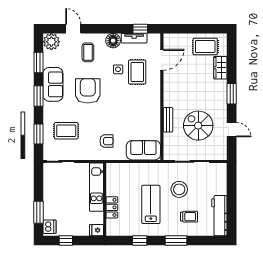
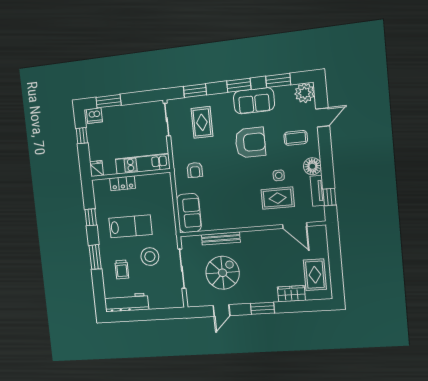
bench: (168, 120) -> (221, 238), width x1.36

